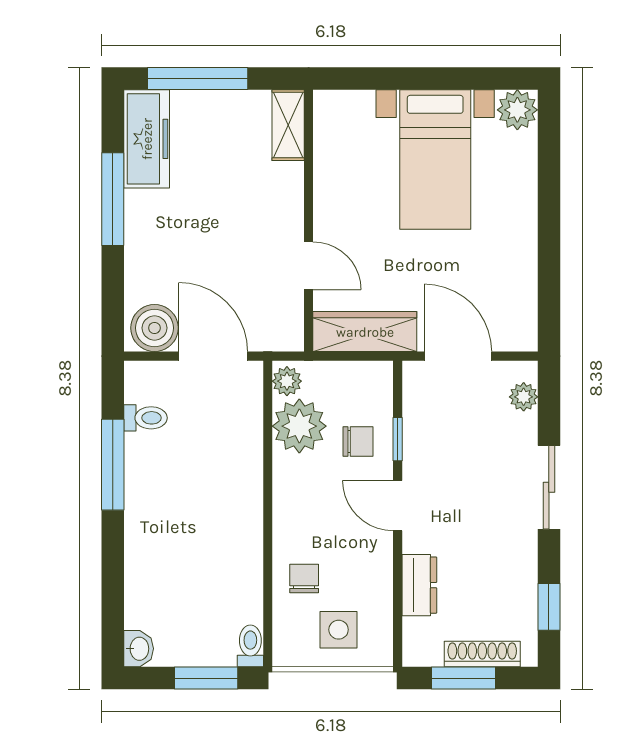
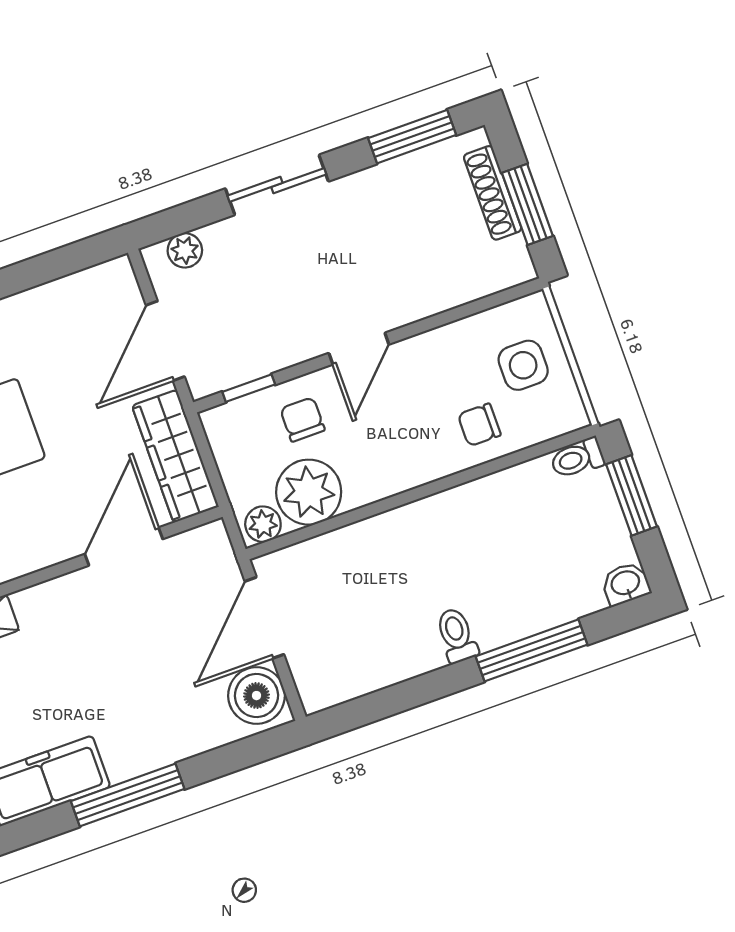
door: (309, 266) -> (124, 547), width x1.38
toilet: (145, 418) -> (457, 635), moved
window: (398, 439) -> (249, 388), moved
window: (113, 465) -> (531, 650), moved
dresser: (419, 585) -> (440, 292), removed
window: (549, 607) -> (412, 137), width x1.50

